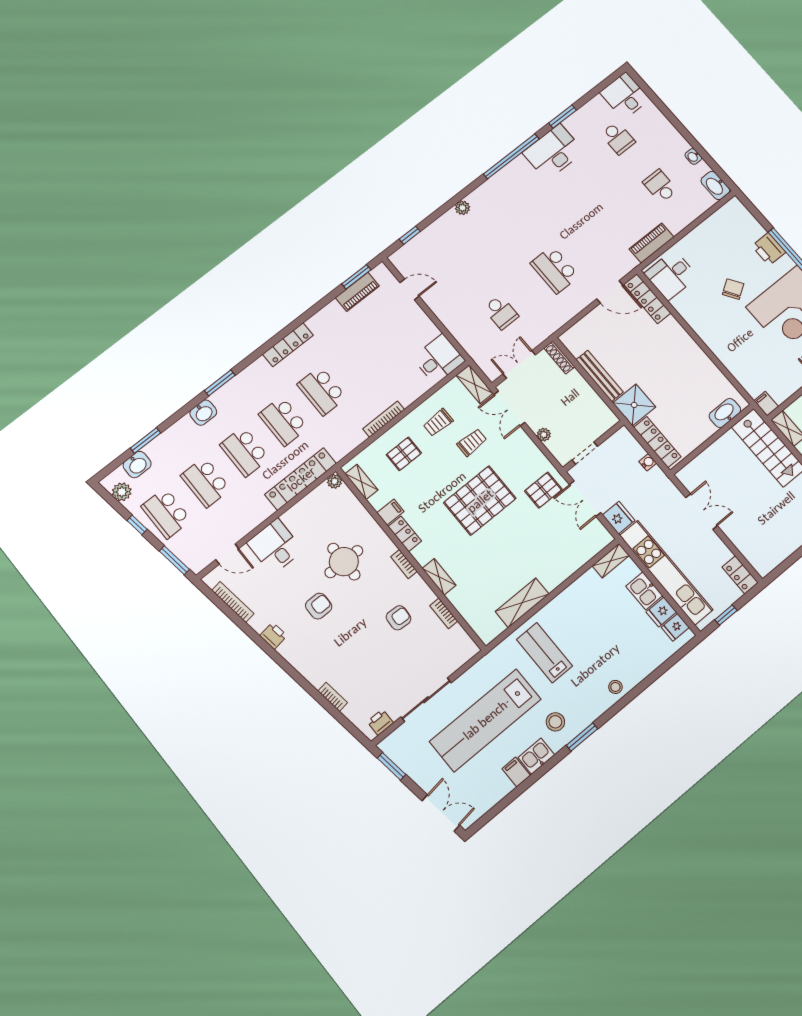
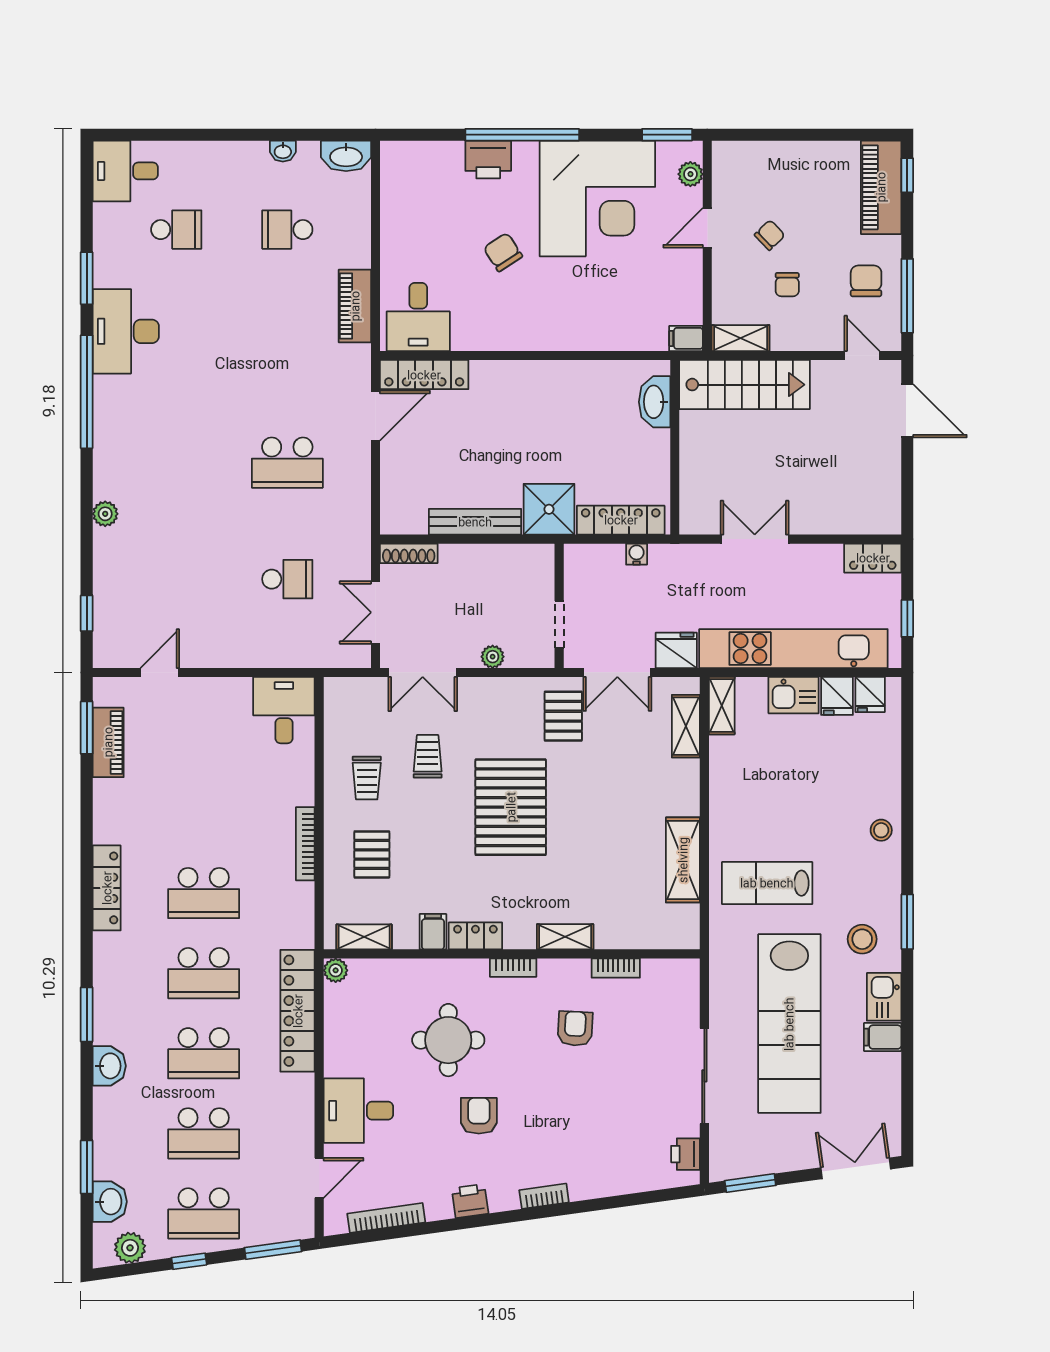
shelving: (475, 384) -> (686, 726), moved, turned 90
bookcase: (333, 697) -> (544, 1196), moved

